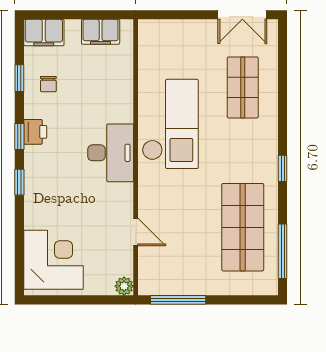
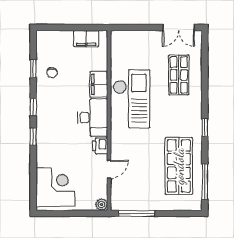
filing cabinet: (44, 33) -> (99, 84), moved, turned 90
printer: (35, 132) -> (100, 146), moved, turned 180
door: (136, 232) -> (109, 169), hinge flipped

